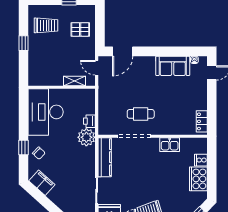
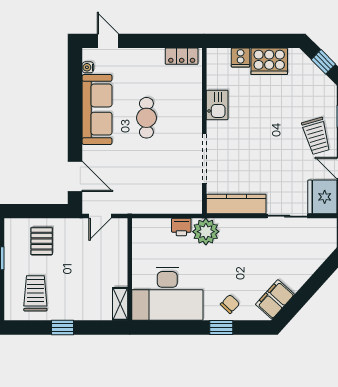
sofa: (173, 66) -> (97, 110), width x1.36
shelving: (75, 81) -> (120, 304), moved
cafe table: (141, 114) -> (146, 118), moved

